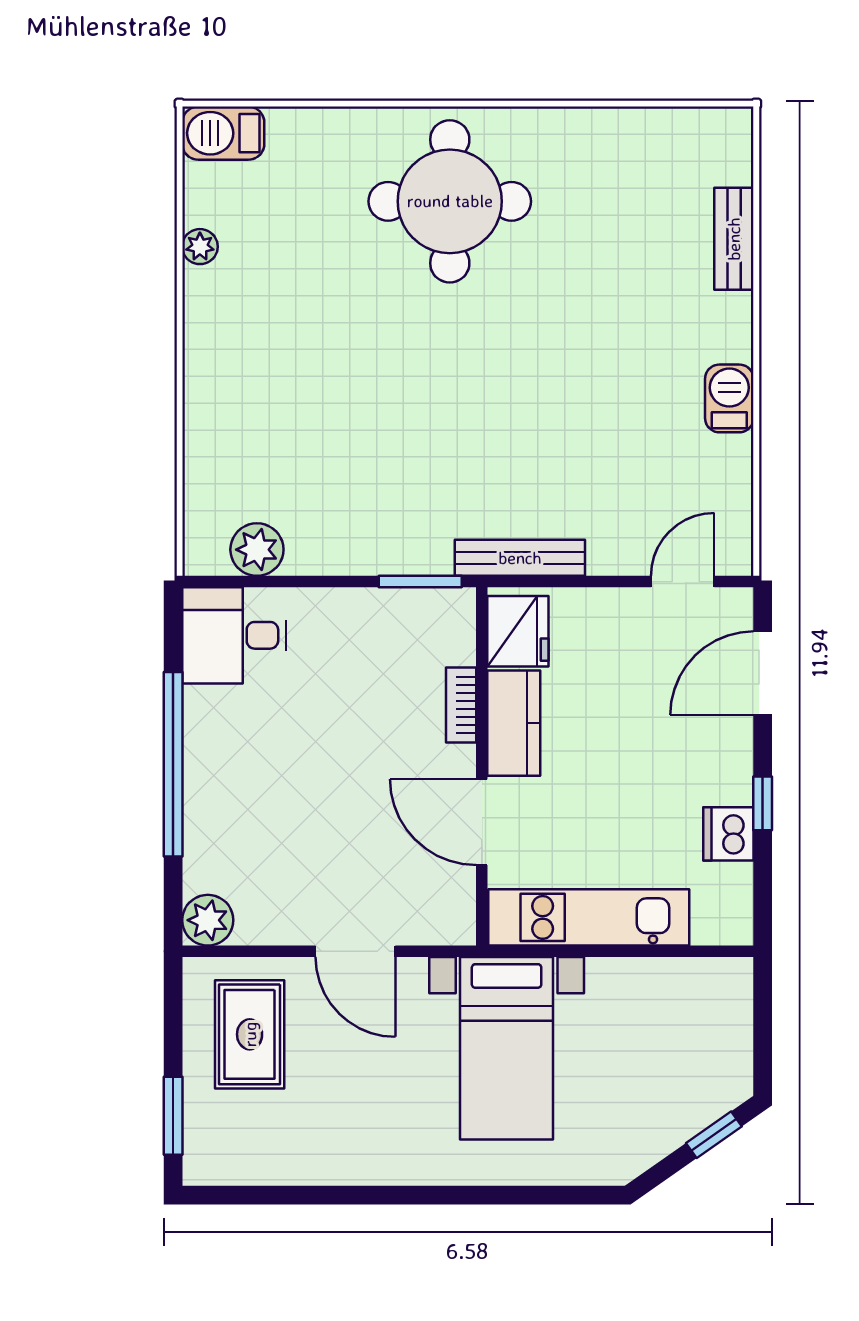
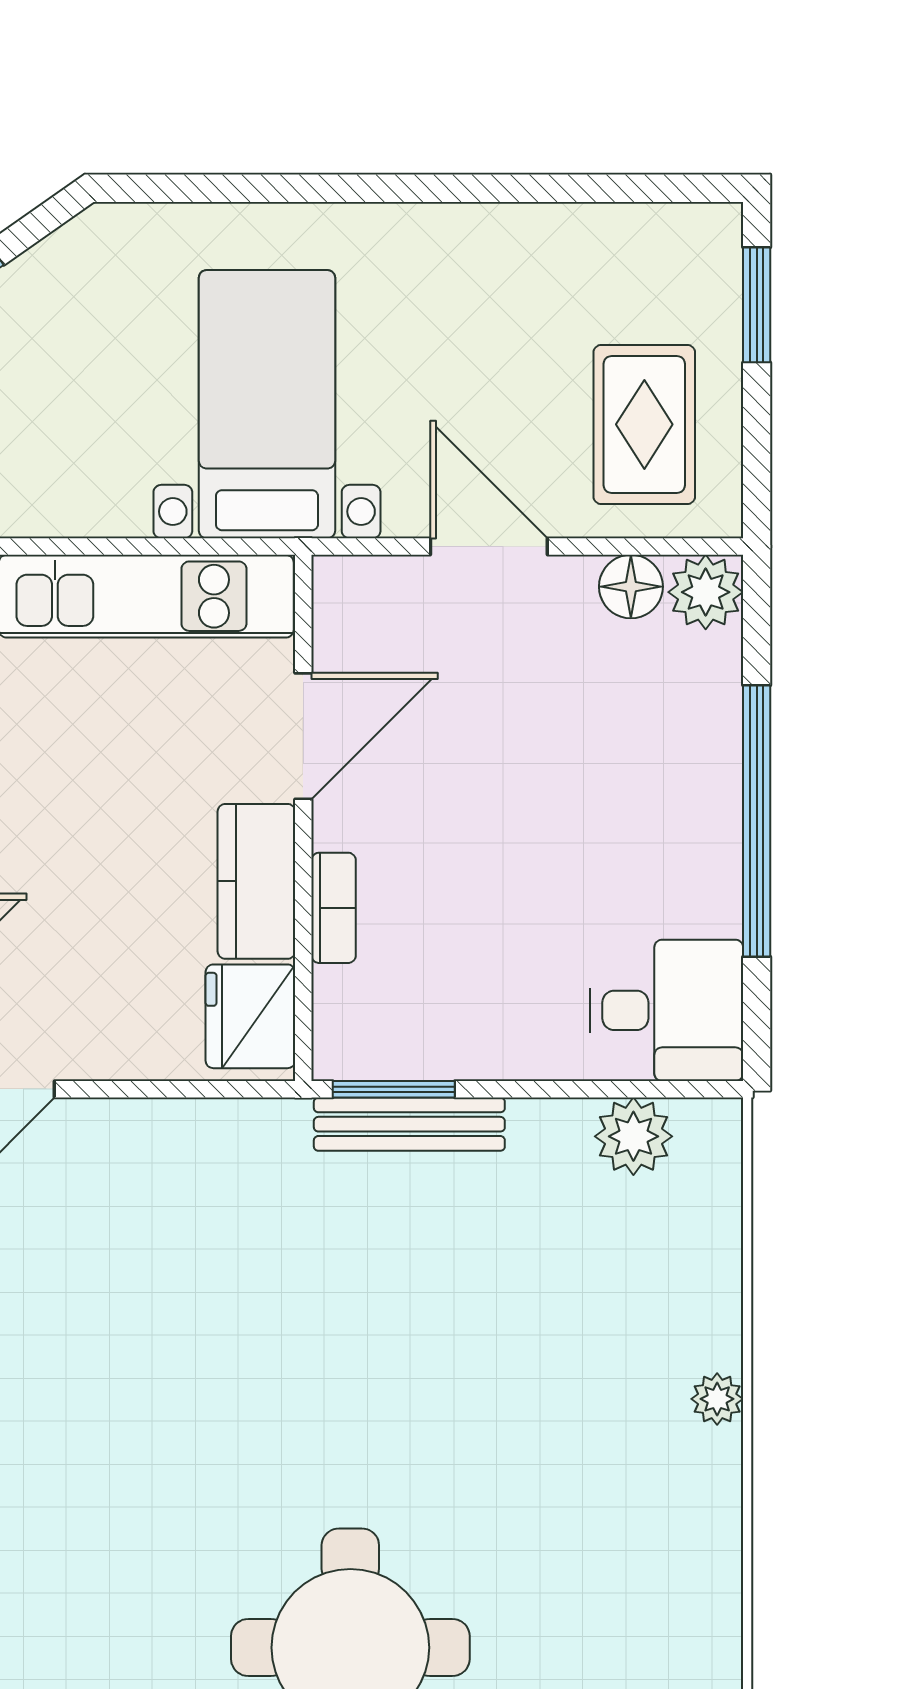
plant: (200, 247) -> (717, 1399), moved
bench: (520, 558) -> (409, 1124), moved
door: (482, 822) -> (303, 736), hinge flipped
floor lamp: (259, 924) -> (631, 587), added

